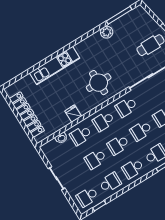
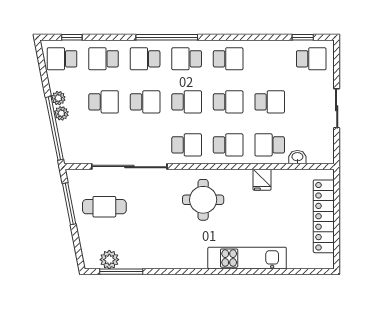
plant: (107, 32) -> (109, 260), moved
school desk: (81, 135) -> (270, 145), turned 180
school desk: (110, 183) -> (270, 59), removed

